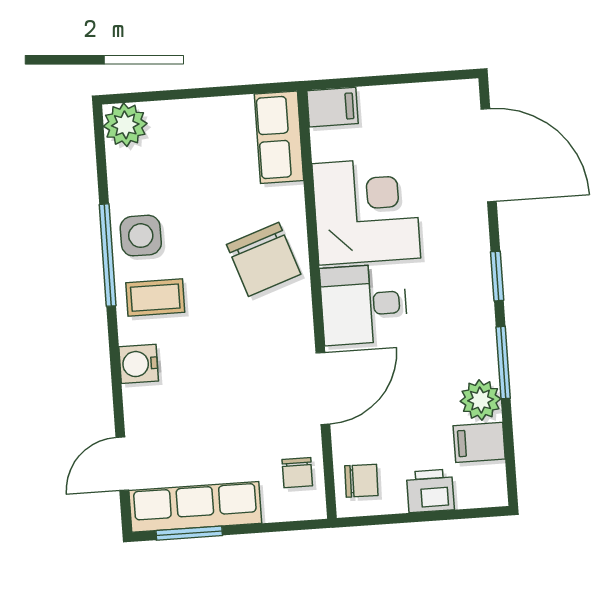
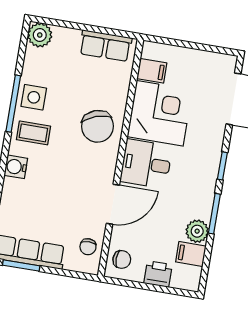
filing cabinet: (332, 107) -> (152, 71), moved
row of seats: (279, 137) -> (105, 46), moved, turned -90

